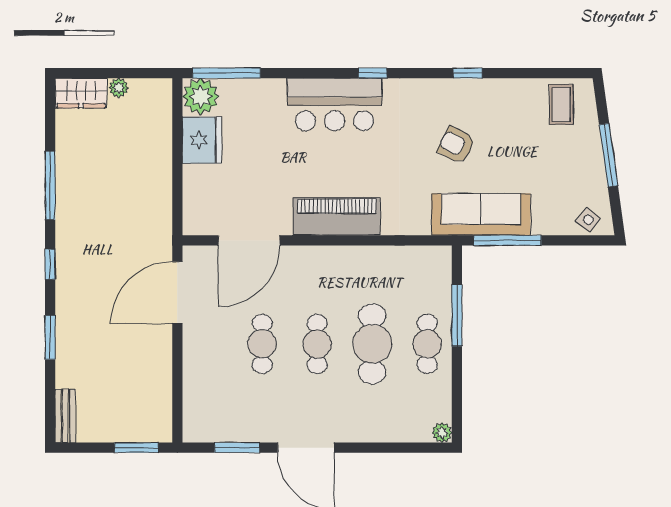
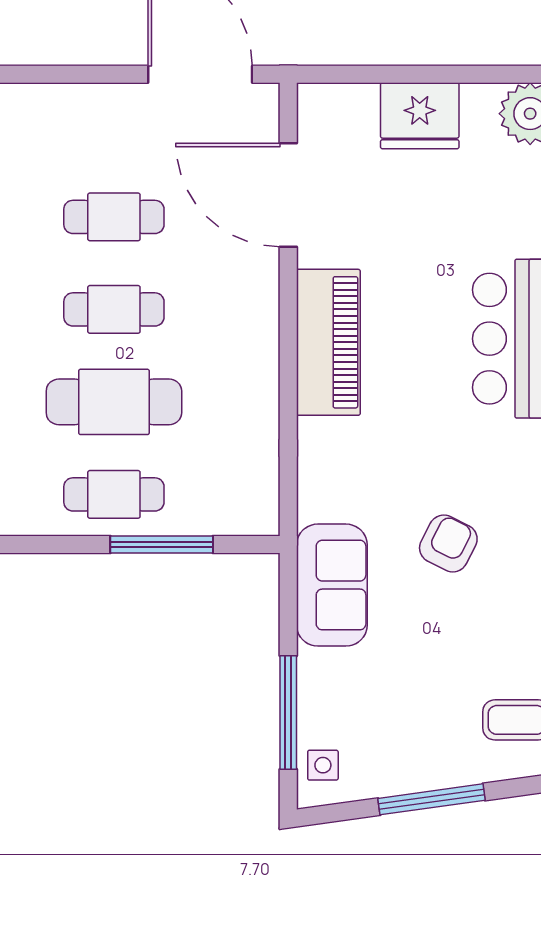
fridge: (202, 140) -> (420, 116), moved
sofa: (481, 214) -> (332, 585), width x0.73
side table: (588, 220) -> (323, 765), turned -38
window: (507, 240) -> (288, 713), moved

